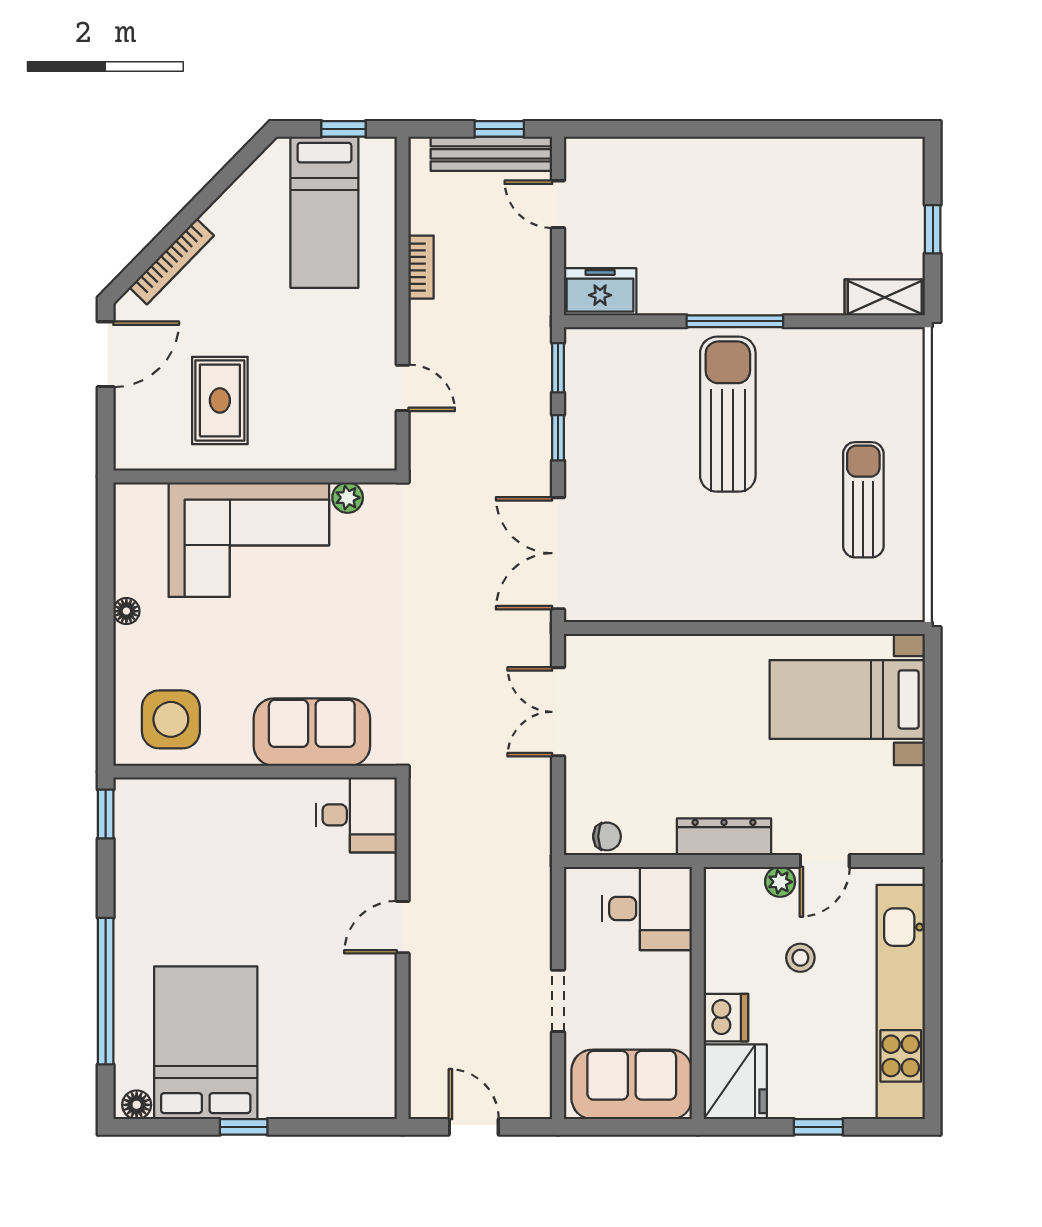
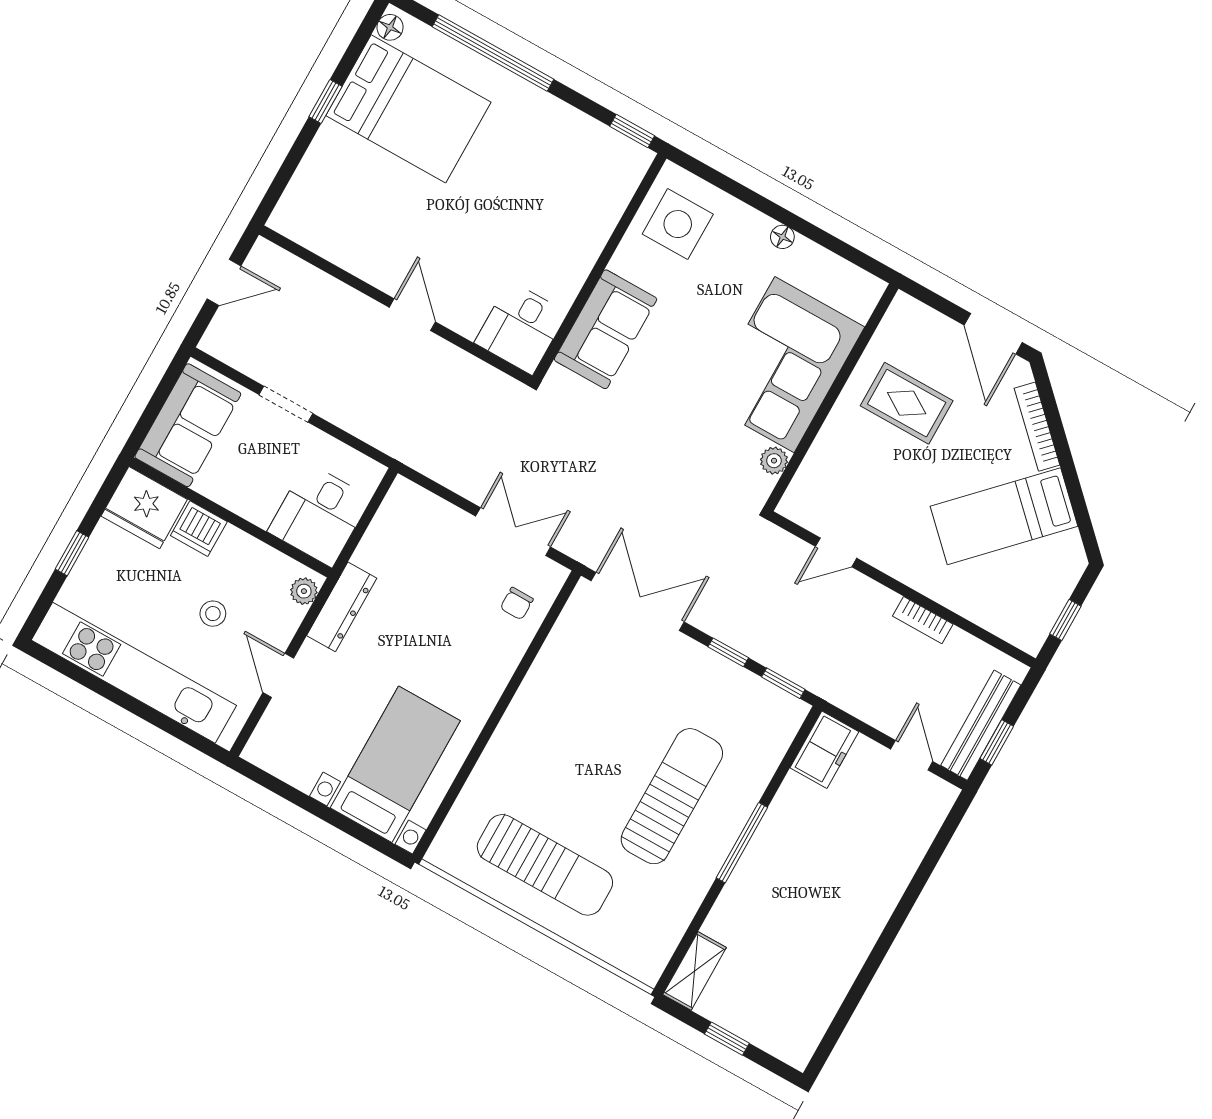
door: (558, 204) -> (912, 755), hinge flipped
bed: (324, 212) -> (1004, 516), moved, turned -46
sun lounger: (728, 414) -> (672, 796), turned -90
sun lounger: (863, 500) -> (545, 865), width x1.36, depth x1.34
chair: (607, 836) -> (517, 604), moved
plant: (780, 882) -> (304, 591), moved

